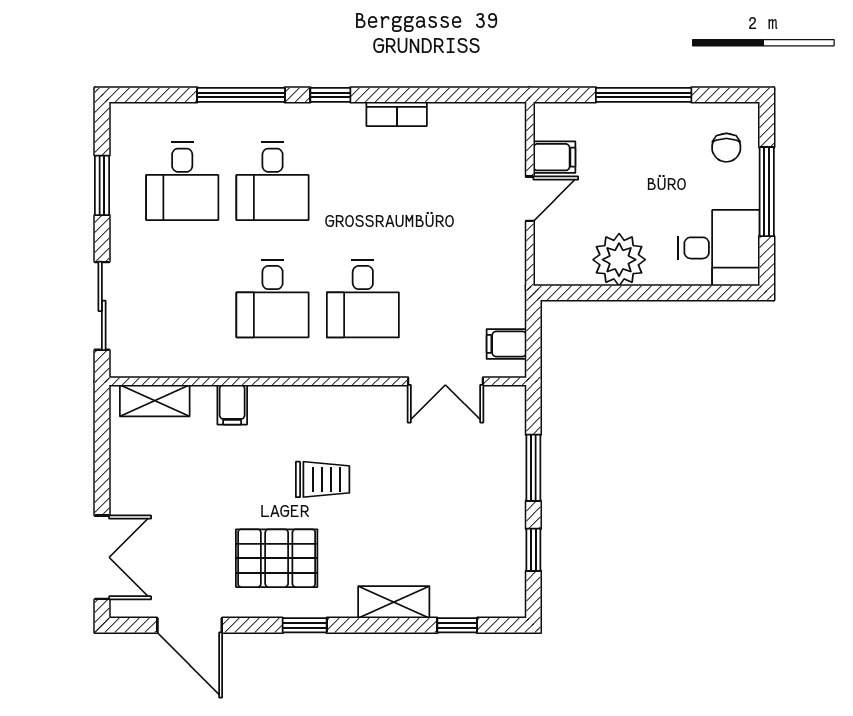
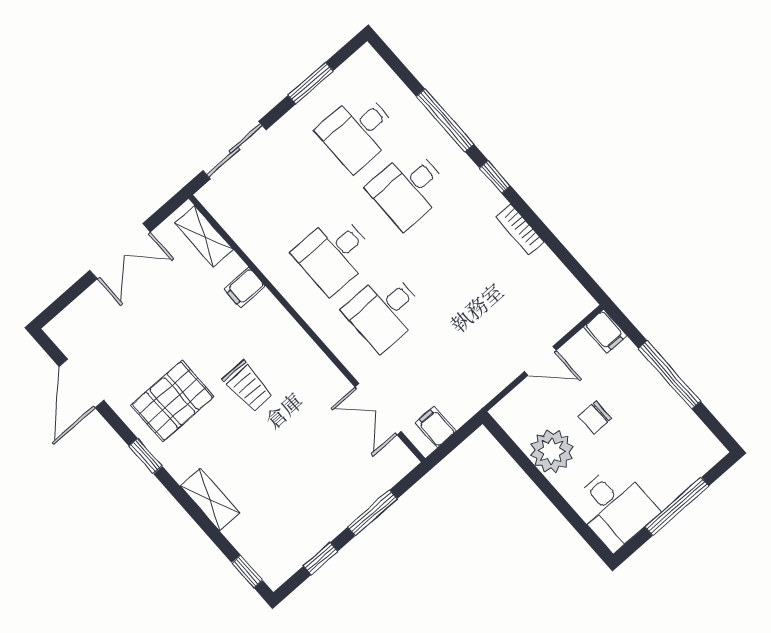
chair: (726, 148) -> (595, 417), moved
filing cabinet: (554, 157) -> (605, 331), moved
double door: (102, 557) -> (120, 251), moved
pallet: (277, 558) -> (172, 401), turned 90
window: (457, 625) -> (247, 571), moved

